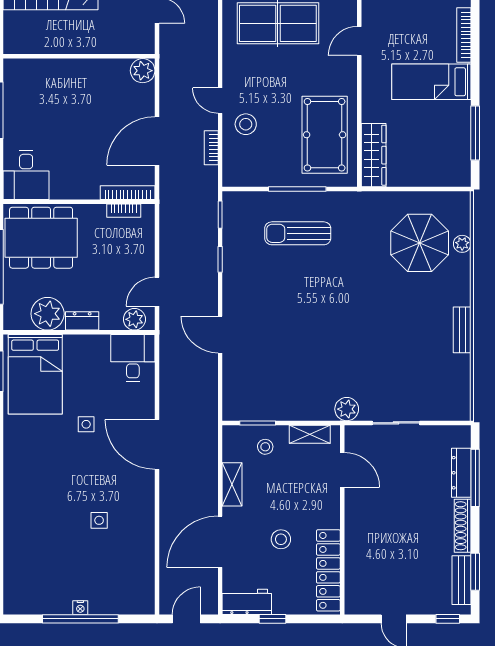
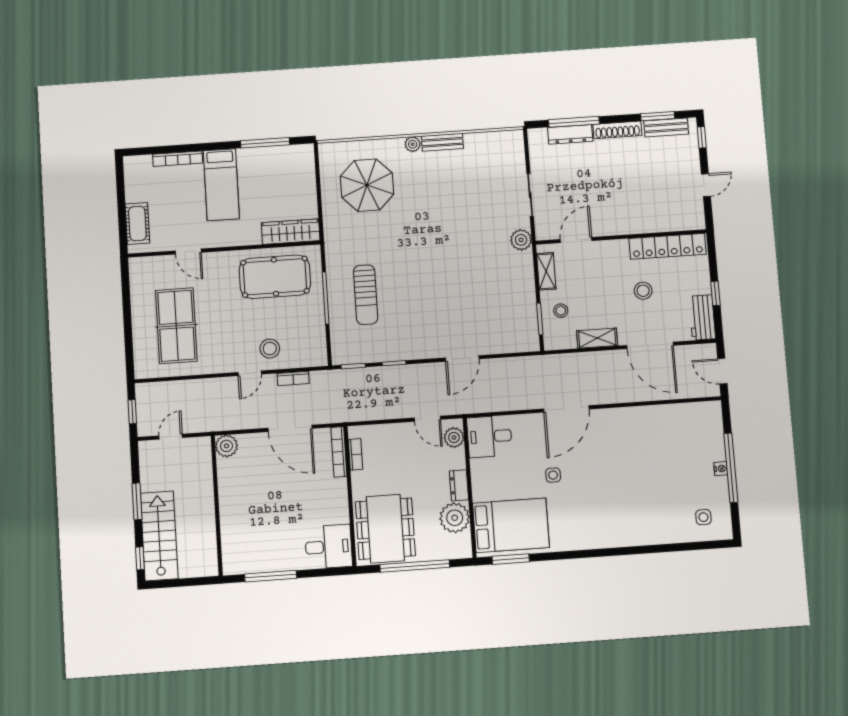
plant: (462, 244) -> (413, 144), moved
side table: (99, 520) -> (703, 517), moved

